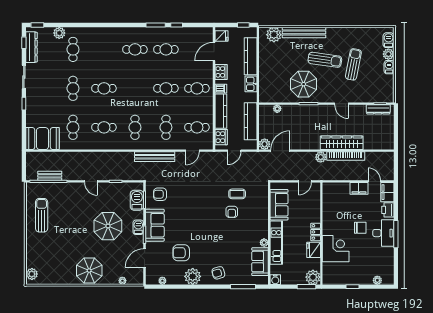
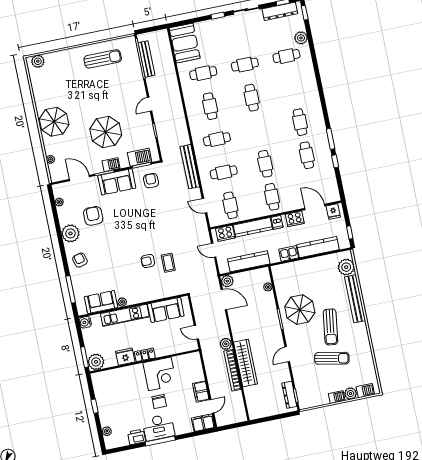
bench: (50, 176) -> (147, 59), width x1.36
printer: (388, 210) -> (137, 437), moved
corner desk: (336, 249) -> (160, 374), moved

